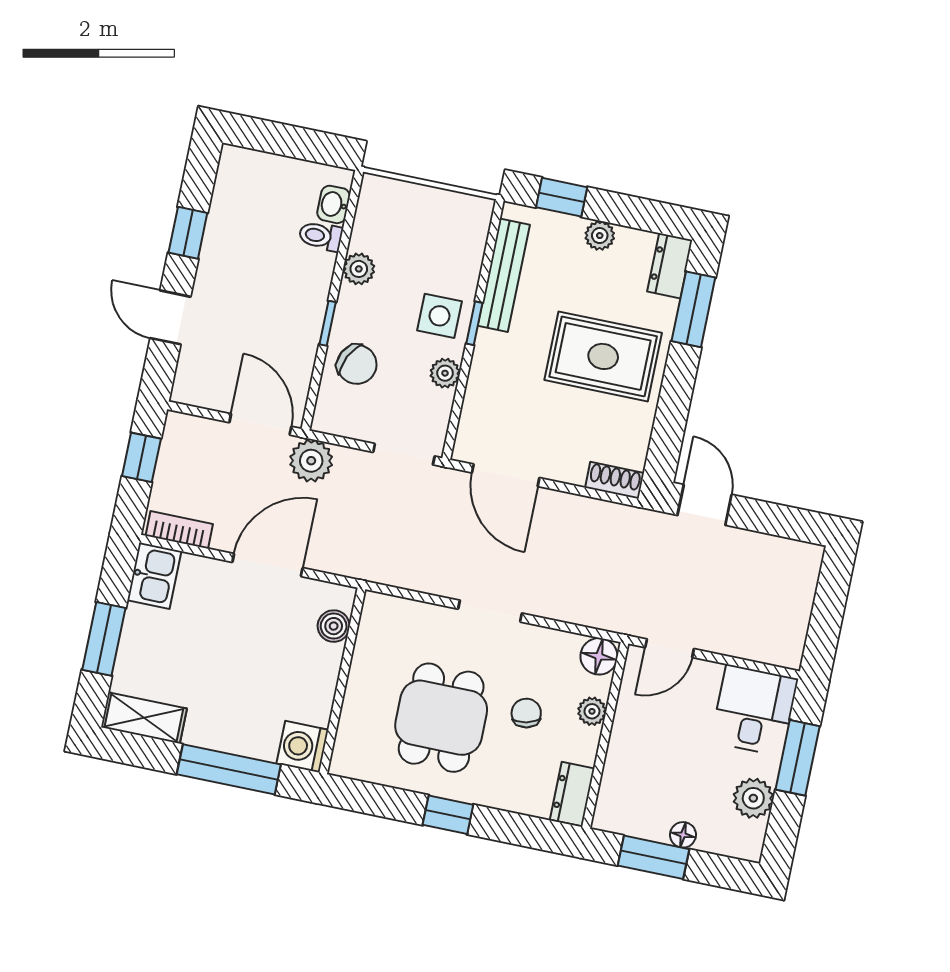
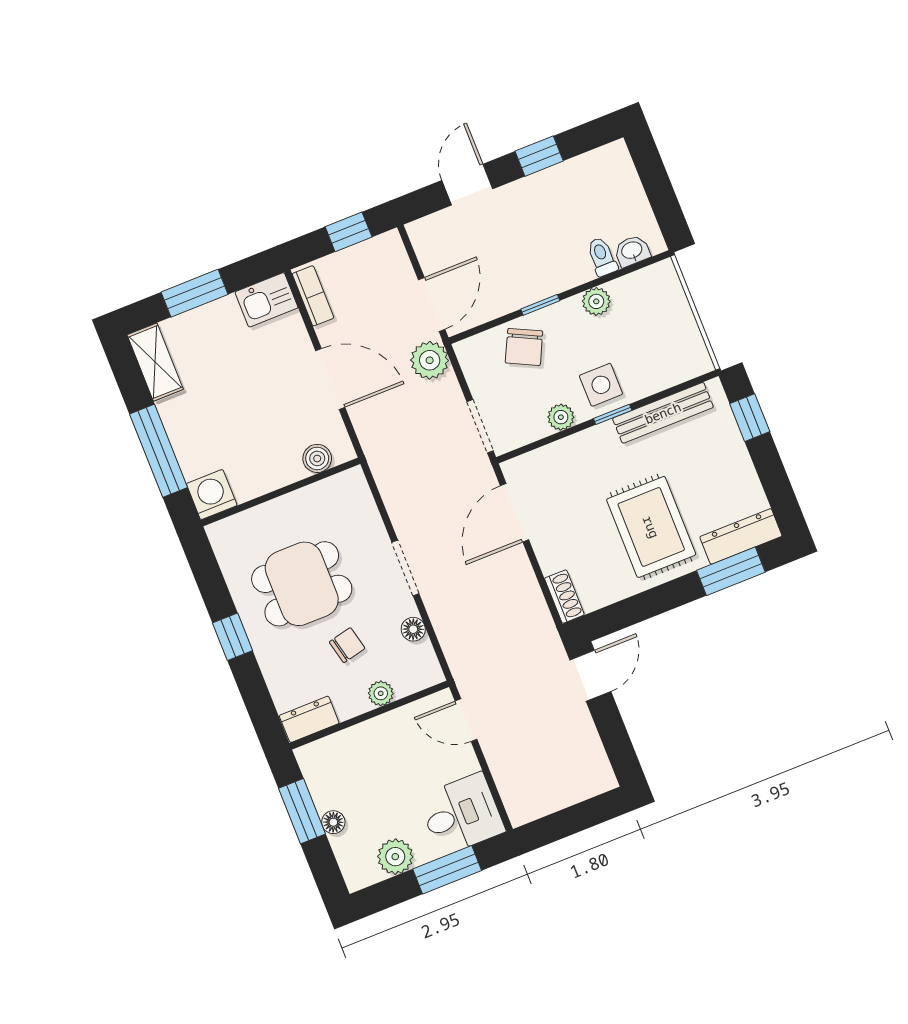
plant: (600, 236) -> (740, 465), removed
dresser: (670, 266) -> (741, 536), width x1.44
floor lamp: (599, 656) -> (413, 629), moved, width x0.73, depth x0.73

